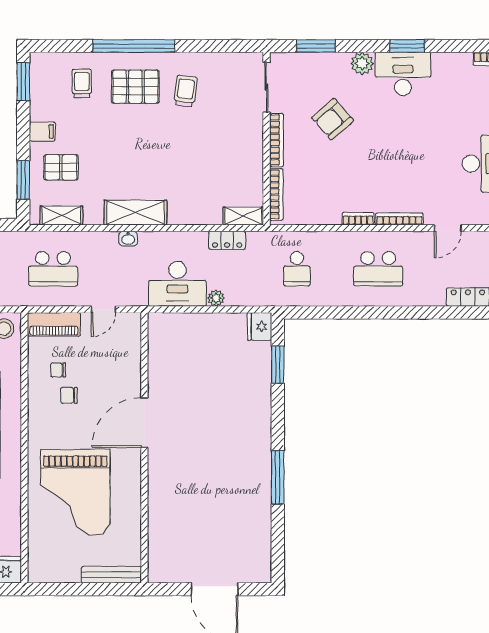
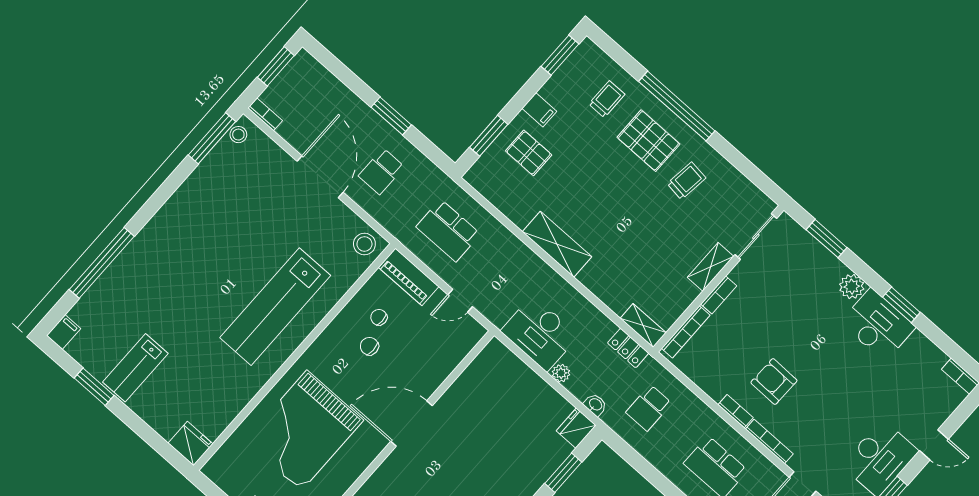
armchair: (333, 119) -> (774, 382), moved, turned 42
bookcase: (276, 140) -> (719, 295), width x0.64
shelving: (62, 215) -> (711, 267), moved, turned 90
washbasin: (128, 239) -> (595, 405), moved, turned 180
locker: (227, 240) -> (628, 348), moved

